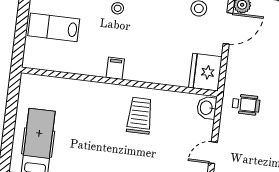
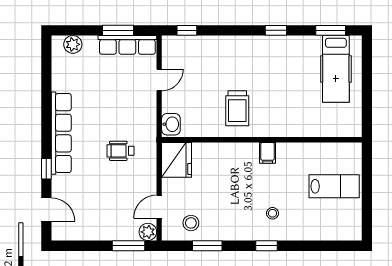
door: (228, 28) -> (159, 207), width x0.73
wheelchair: (246, 105) -> (120, 151), moved

